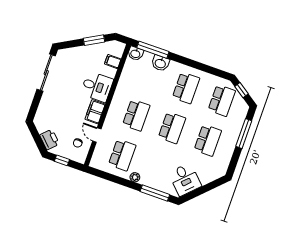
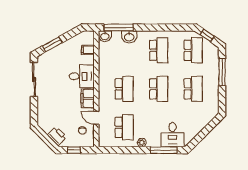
window: (94, 40) -> (52, 44), moved
desk: (185, 179) -> (173, 135), moved, turned 45

